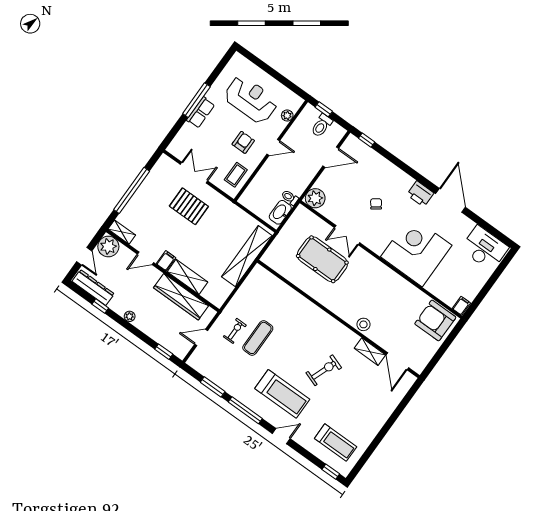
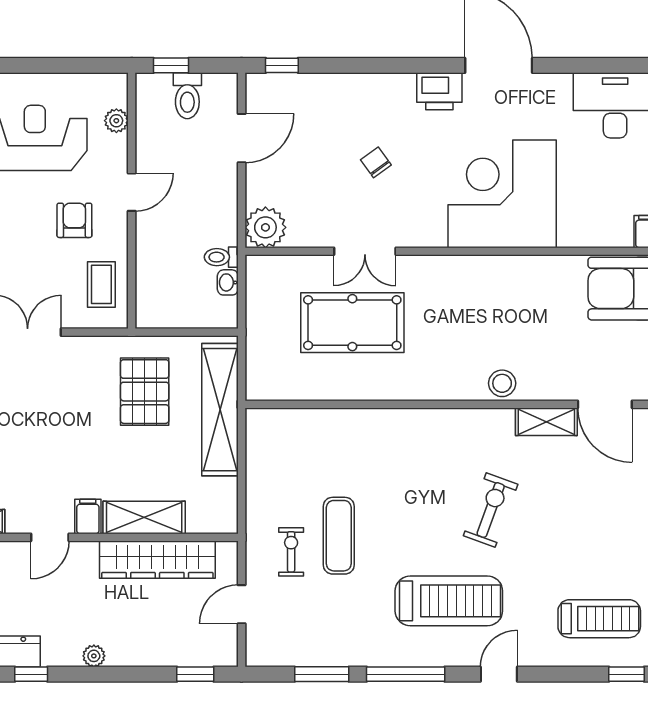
pallet: (189, 206) -> (145, 392), moved, turned 90
washbasin: (280, 212) -> (228, 282), width x0.52, depth x0.69

